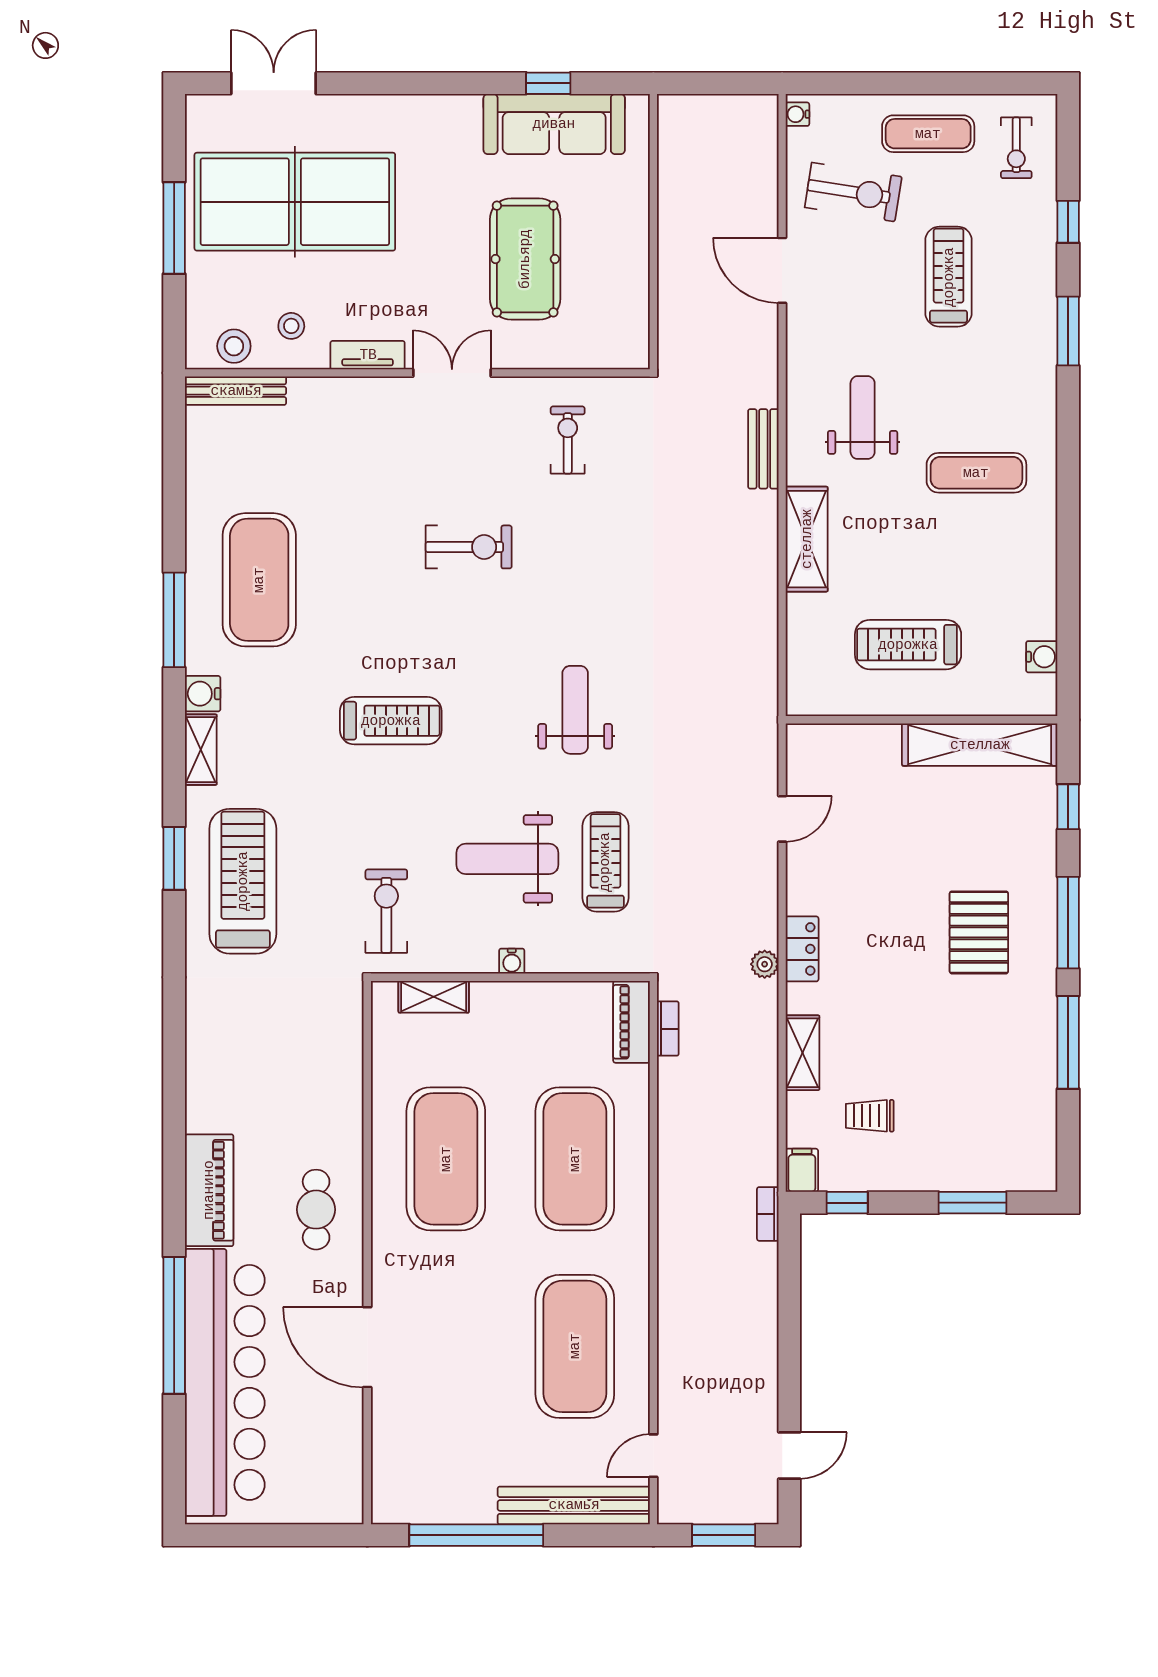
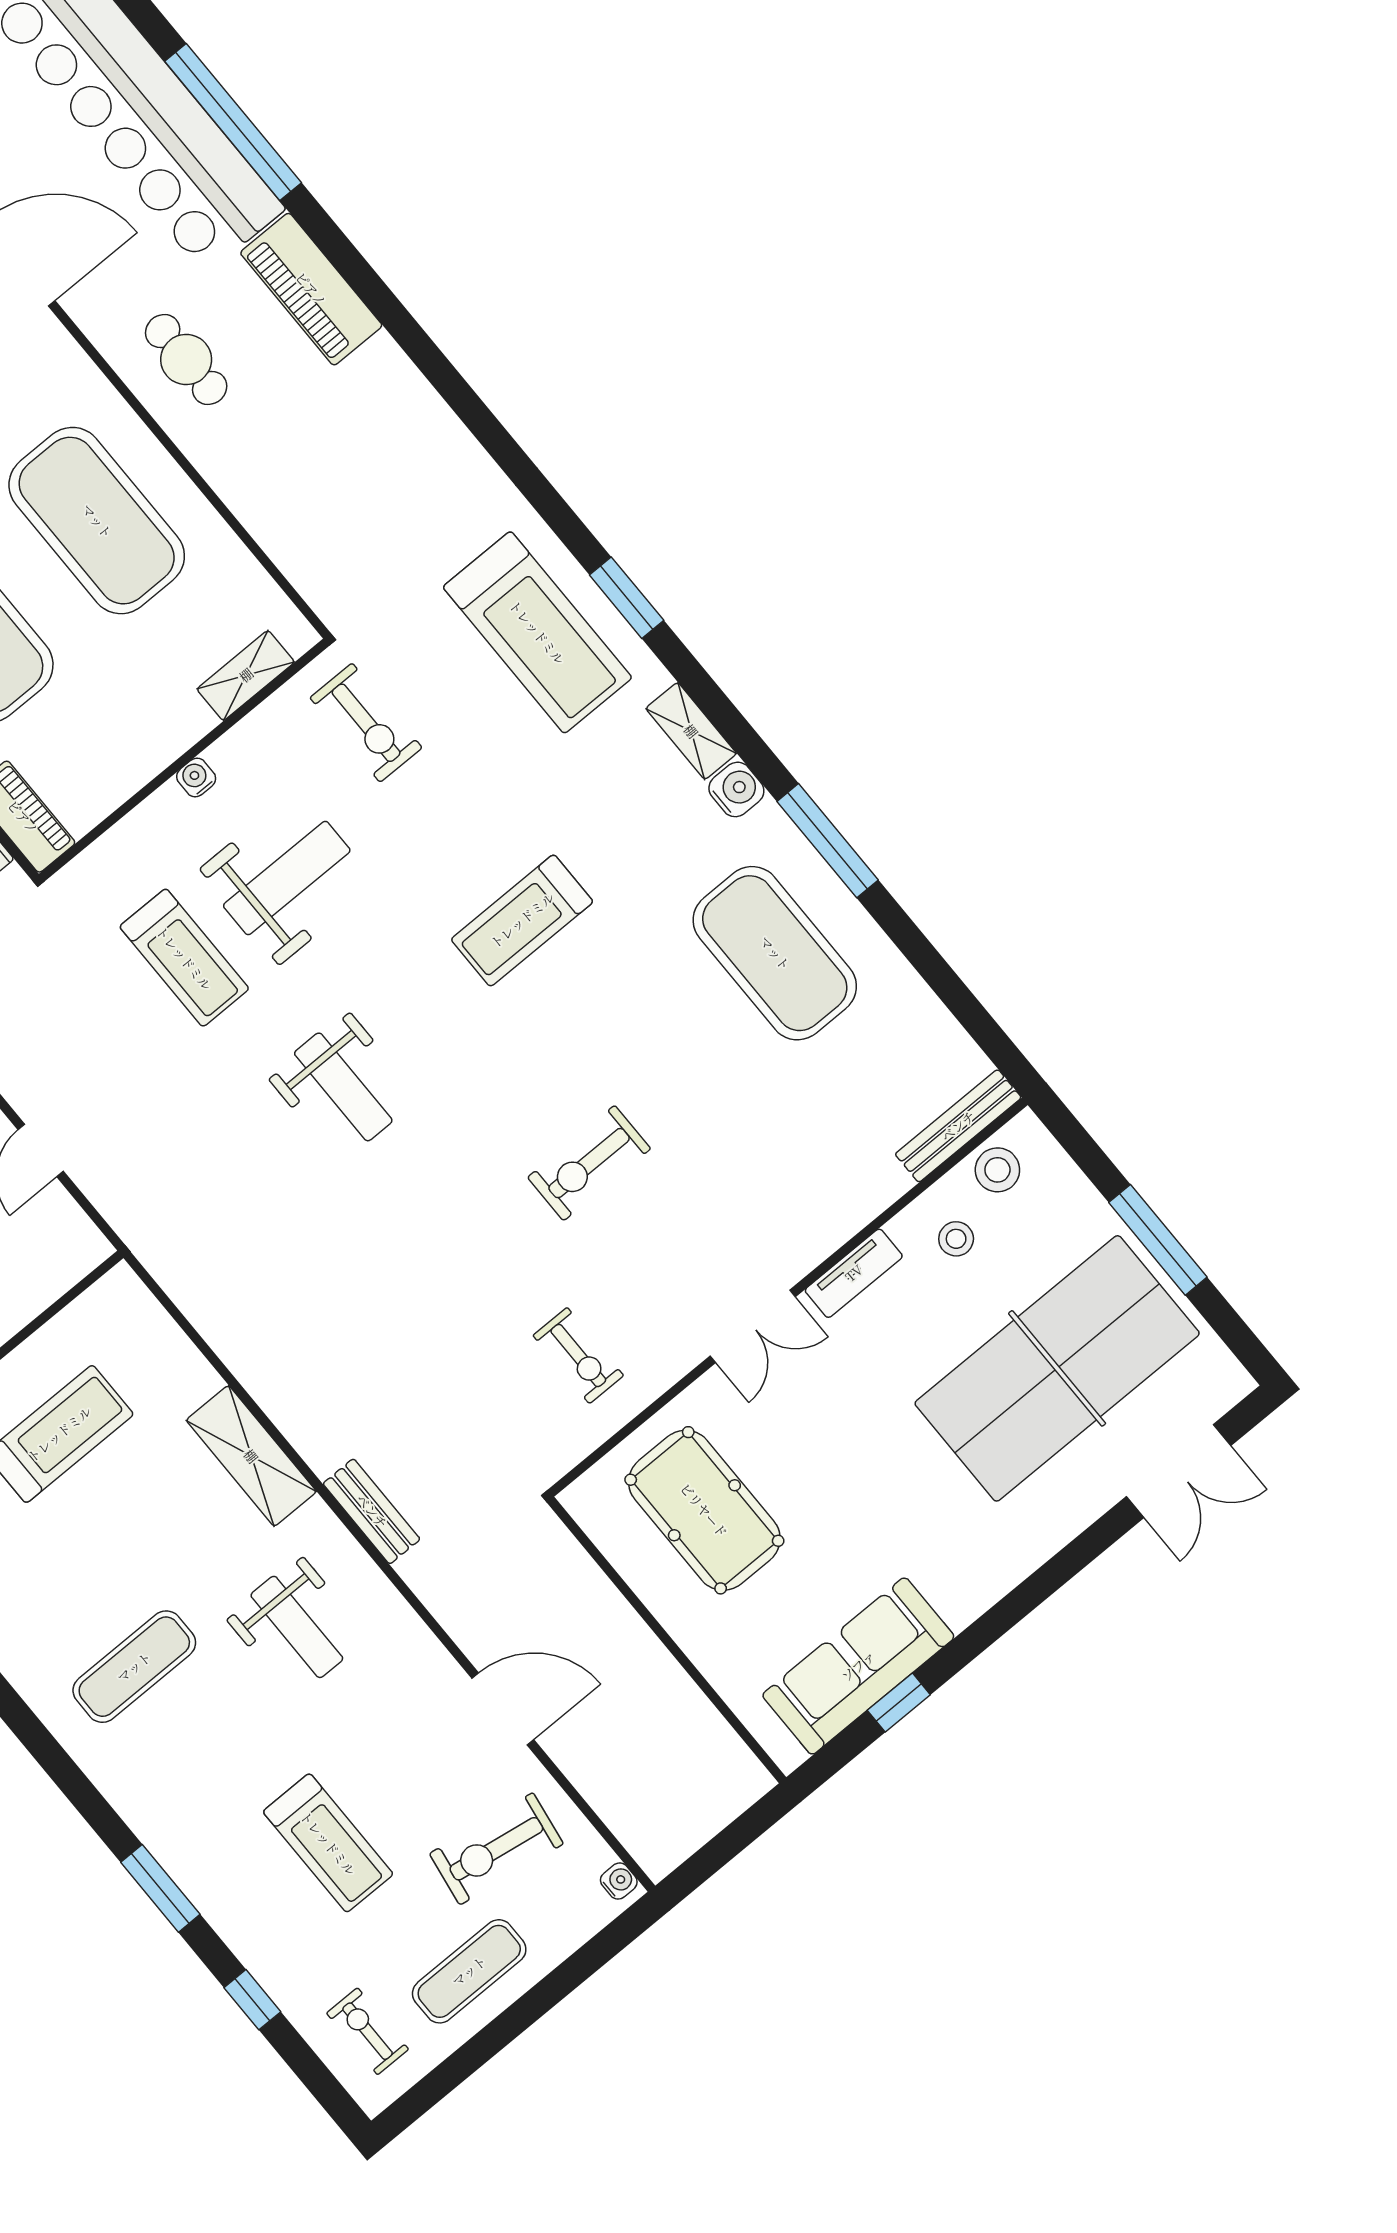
pool table: (525, 259) -> (704, 1510), moved

